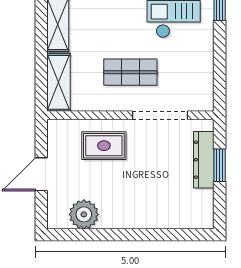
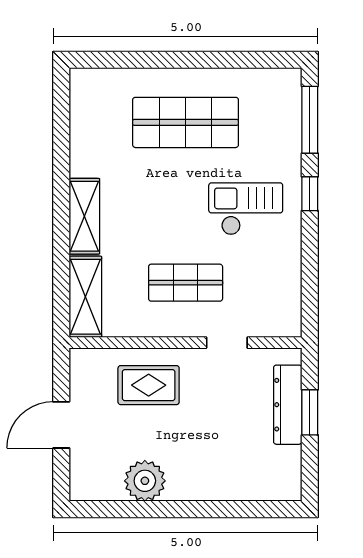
doorway: (160, 115) -> (227, 343), width x0.53
plant: (84, 214) -> (145, 481), moved

